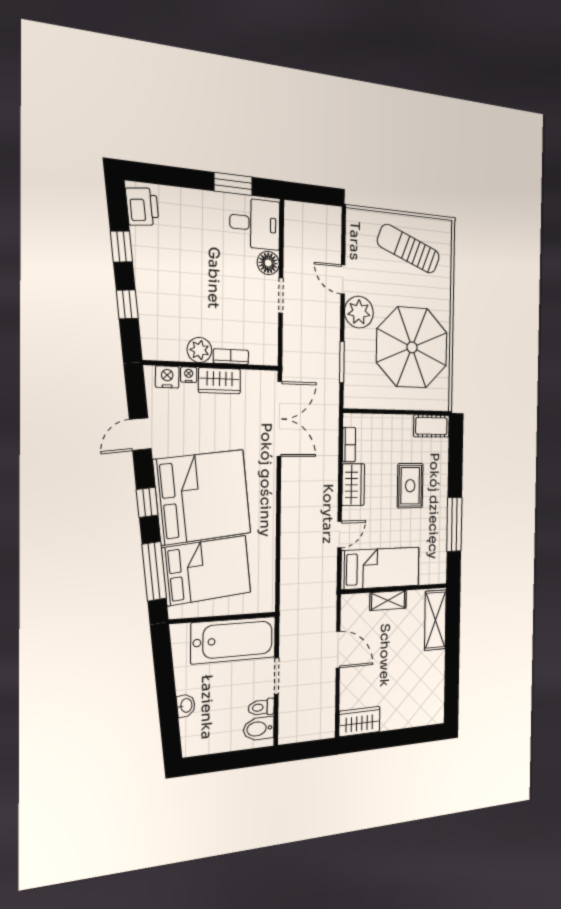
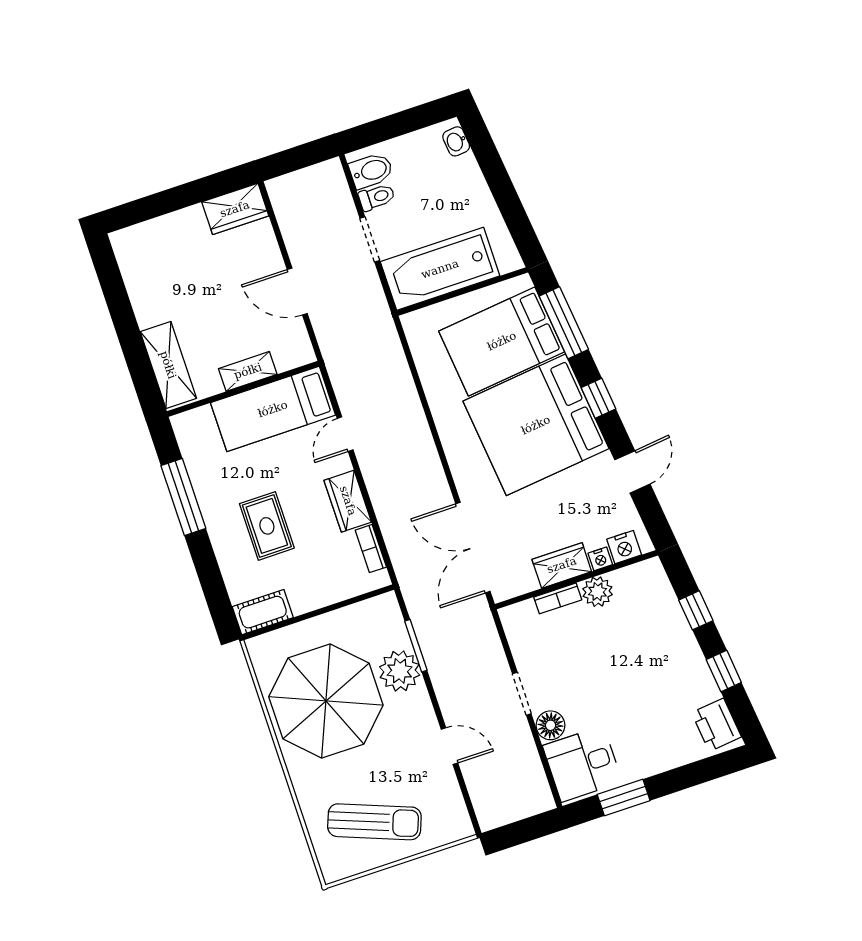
plant: (359, 312) -> (400, 671), moved
washbasin: (186, 706) -> (456, 141), moved

